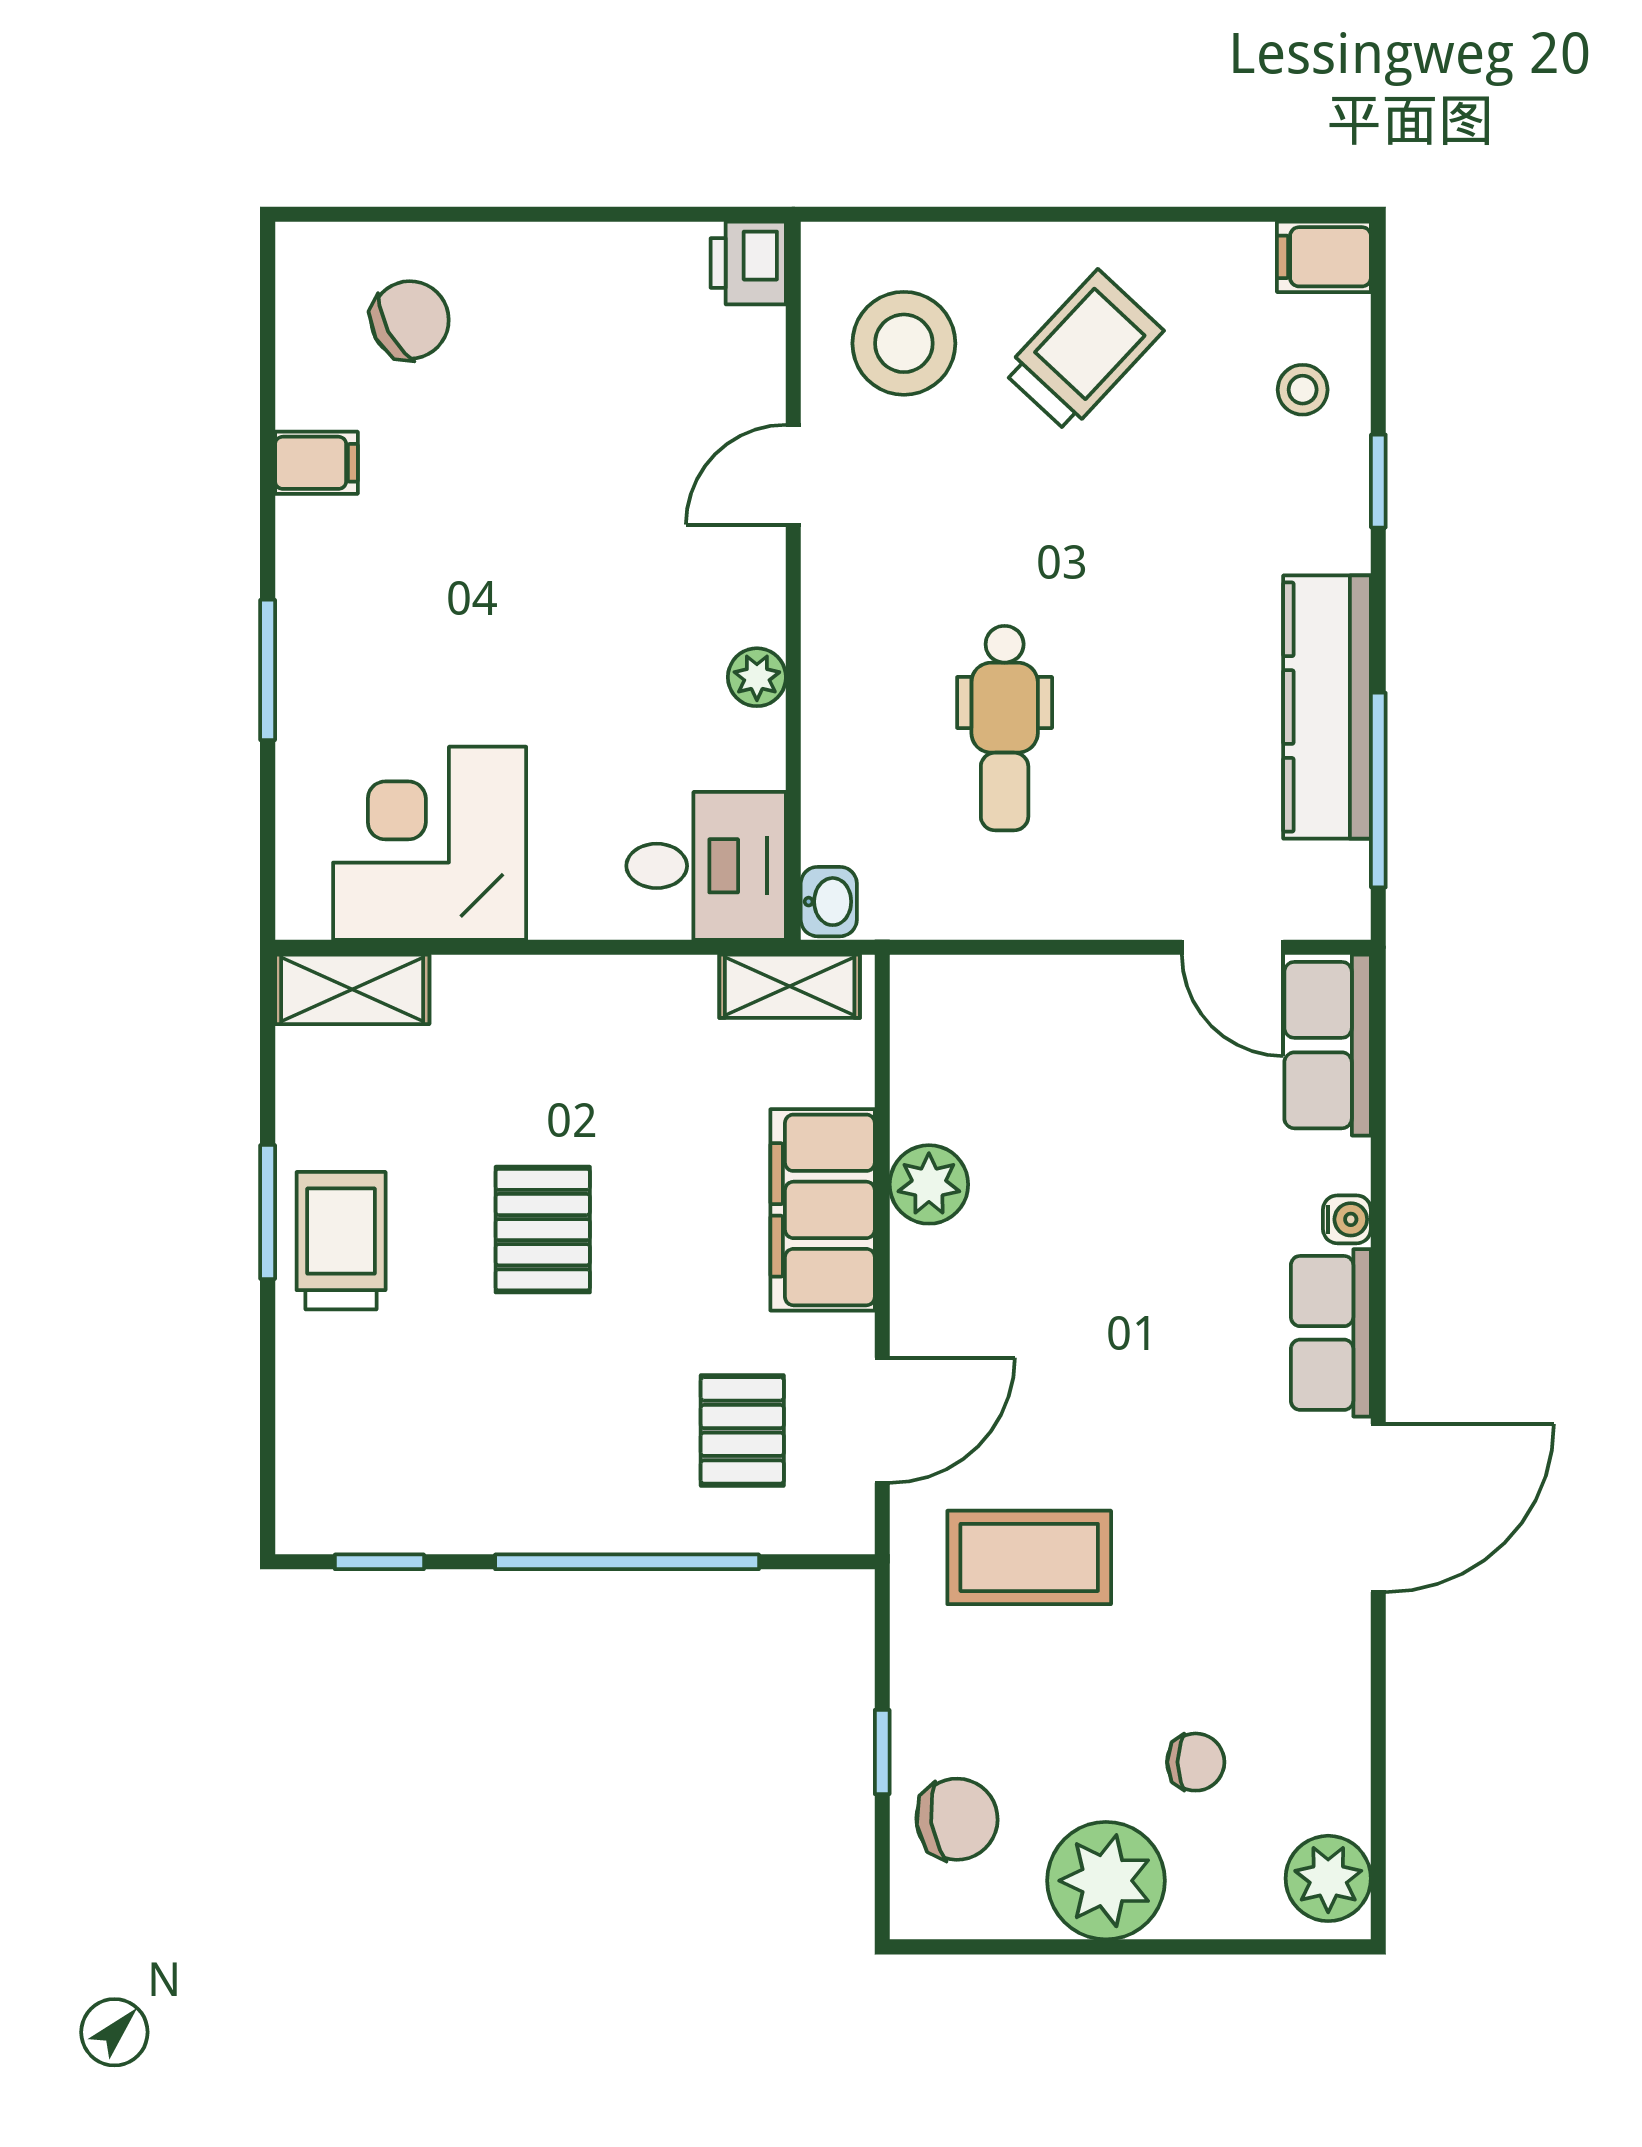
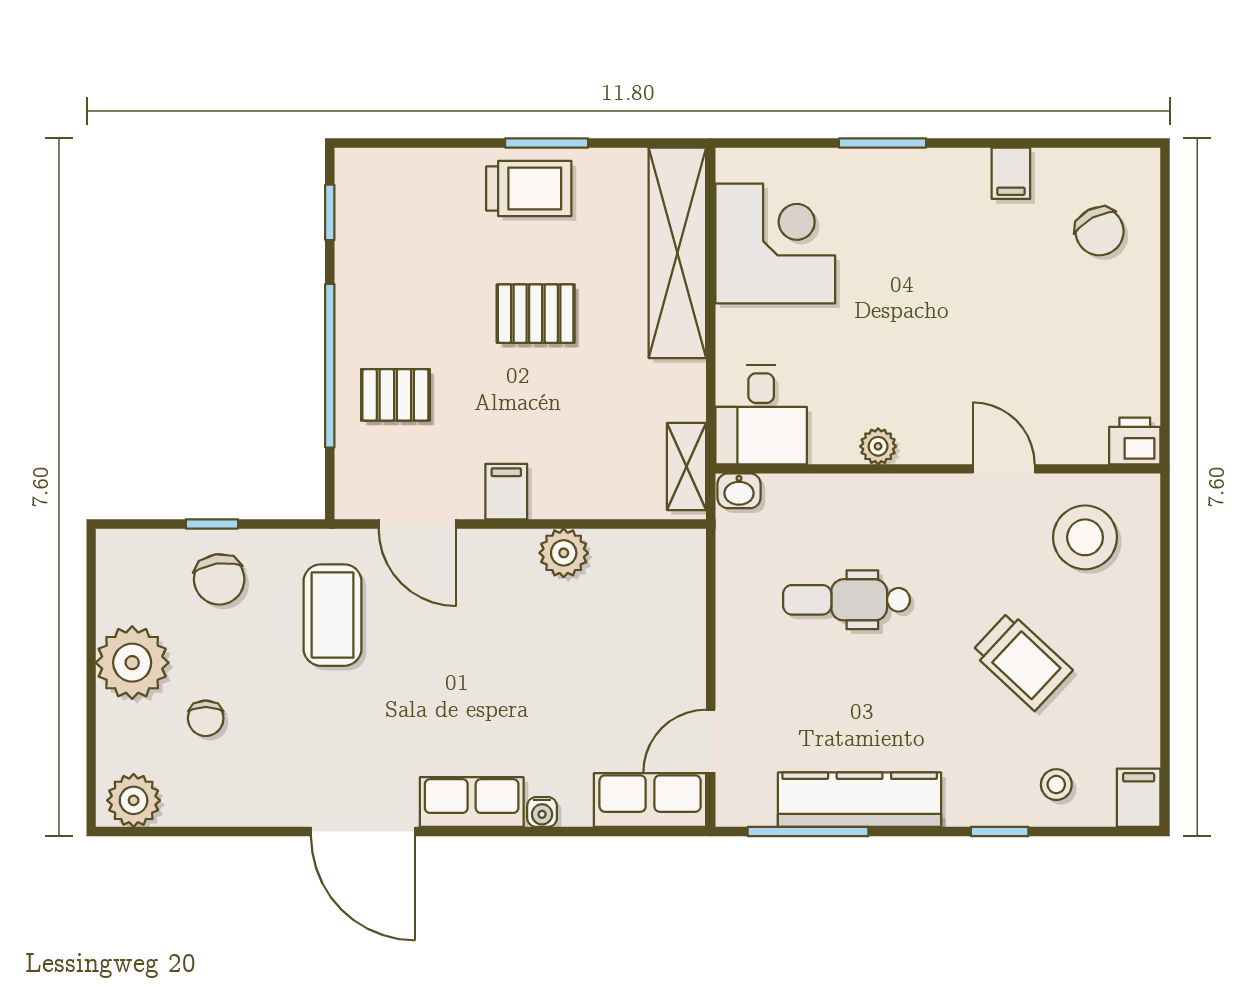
trolley: (1083, 351) -> (1022, 661), moved
shelving: (352, 989) -> (677, 253), width x2.20, depth x1.33
filing cabinet: (823, 1210) -> (506, 492), width x0.33, depth x0.86
pallet: (742, 1430) -> (395, 395), moved
chair: (957, 1819) -> (219, 579), moved

